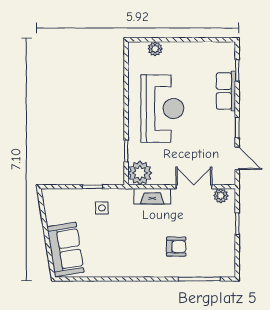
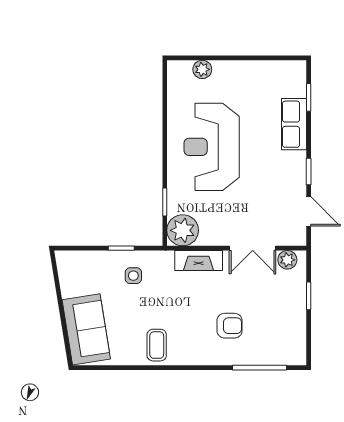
reception desk: (162, 108) -> (212, 147), turned 180
double door: (194, 187) -> (253, 248), swing flipped
coffee table: (120, 262) -> (157, 345), added

